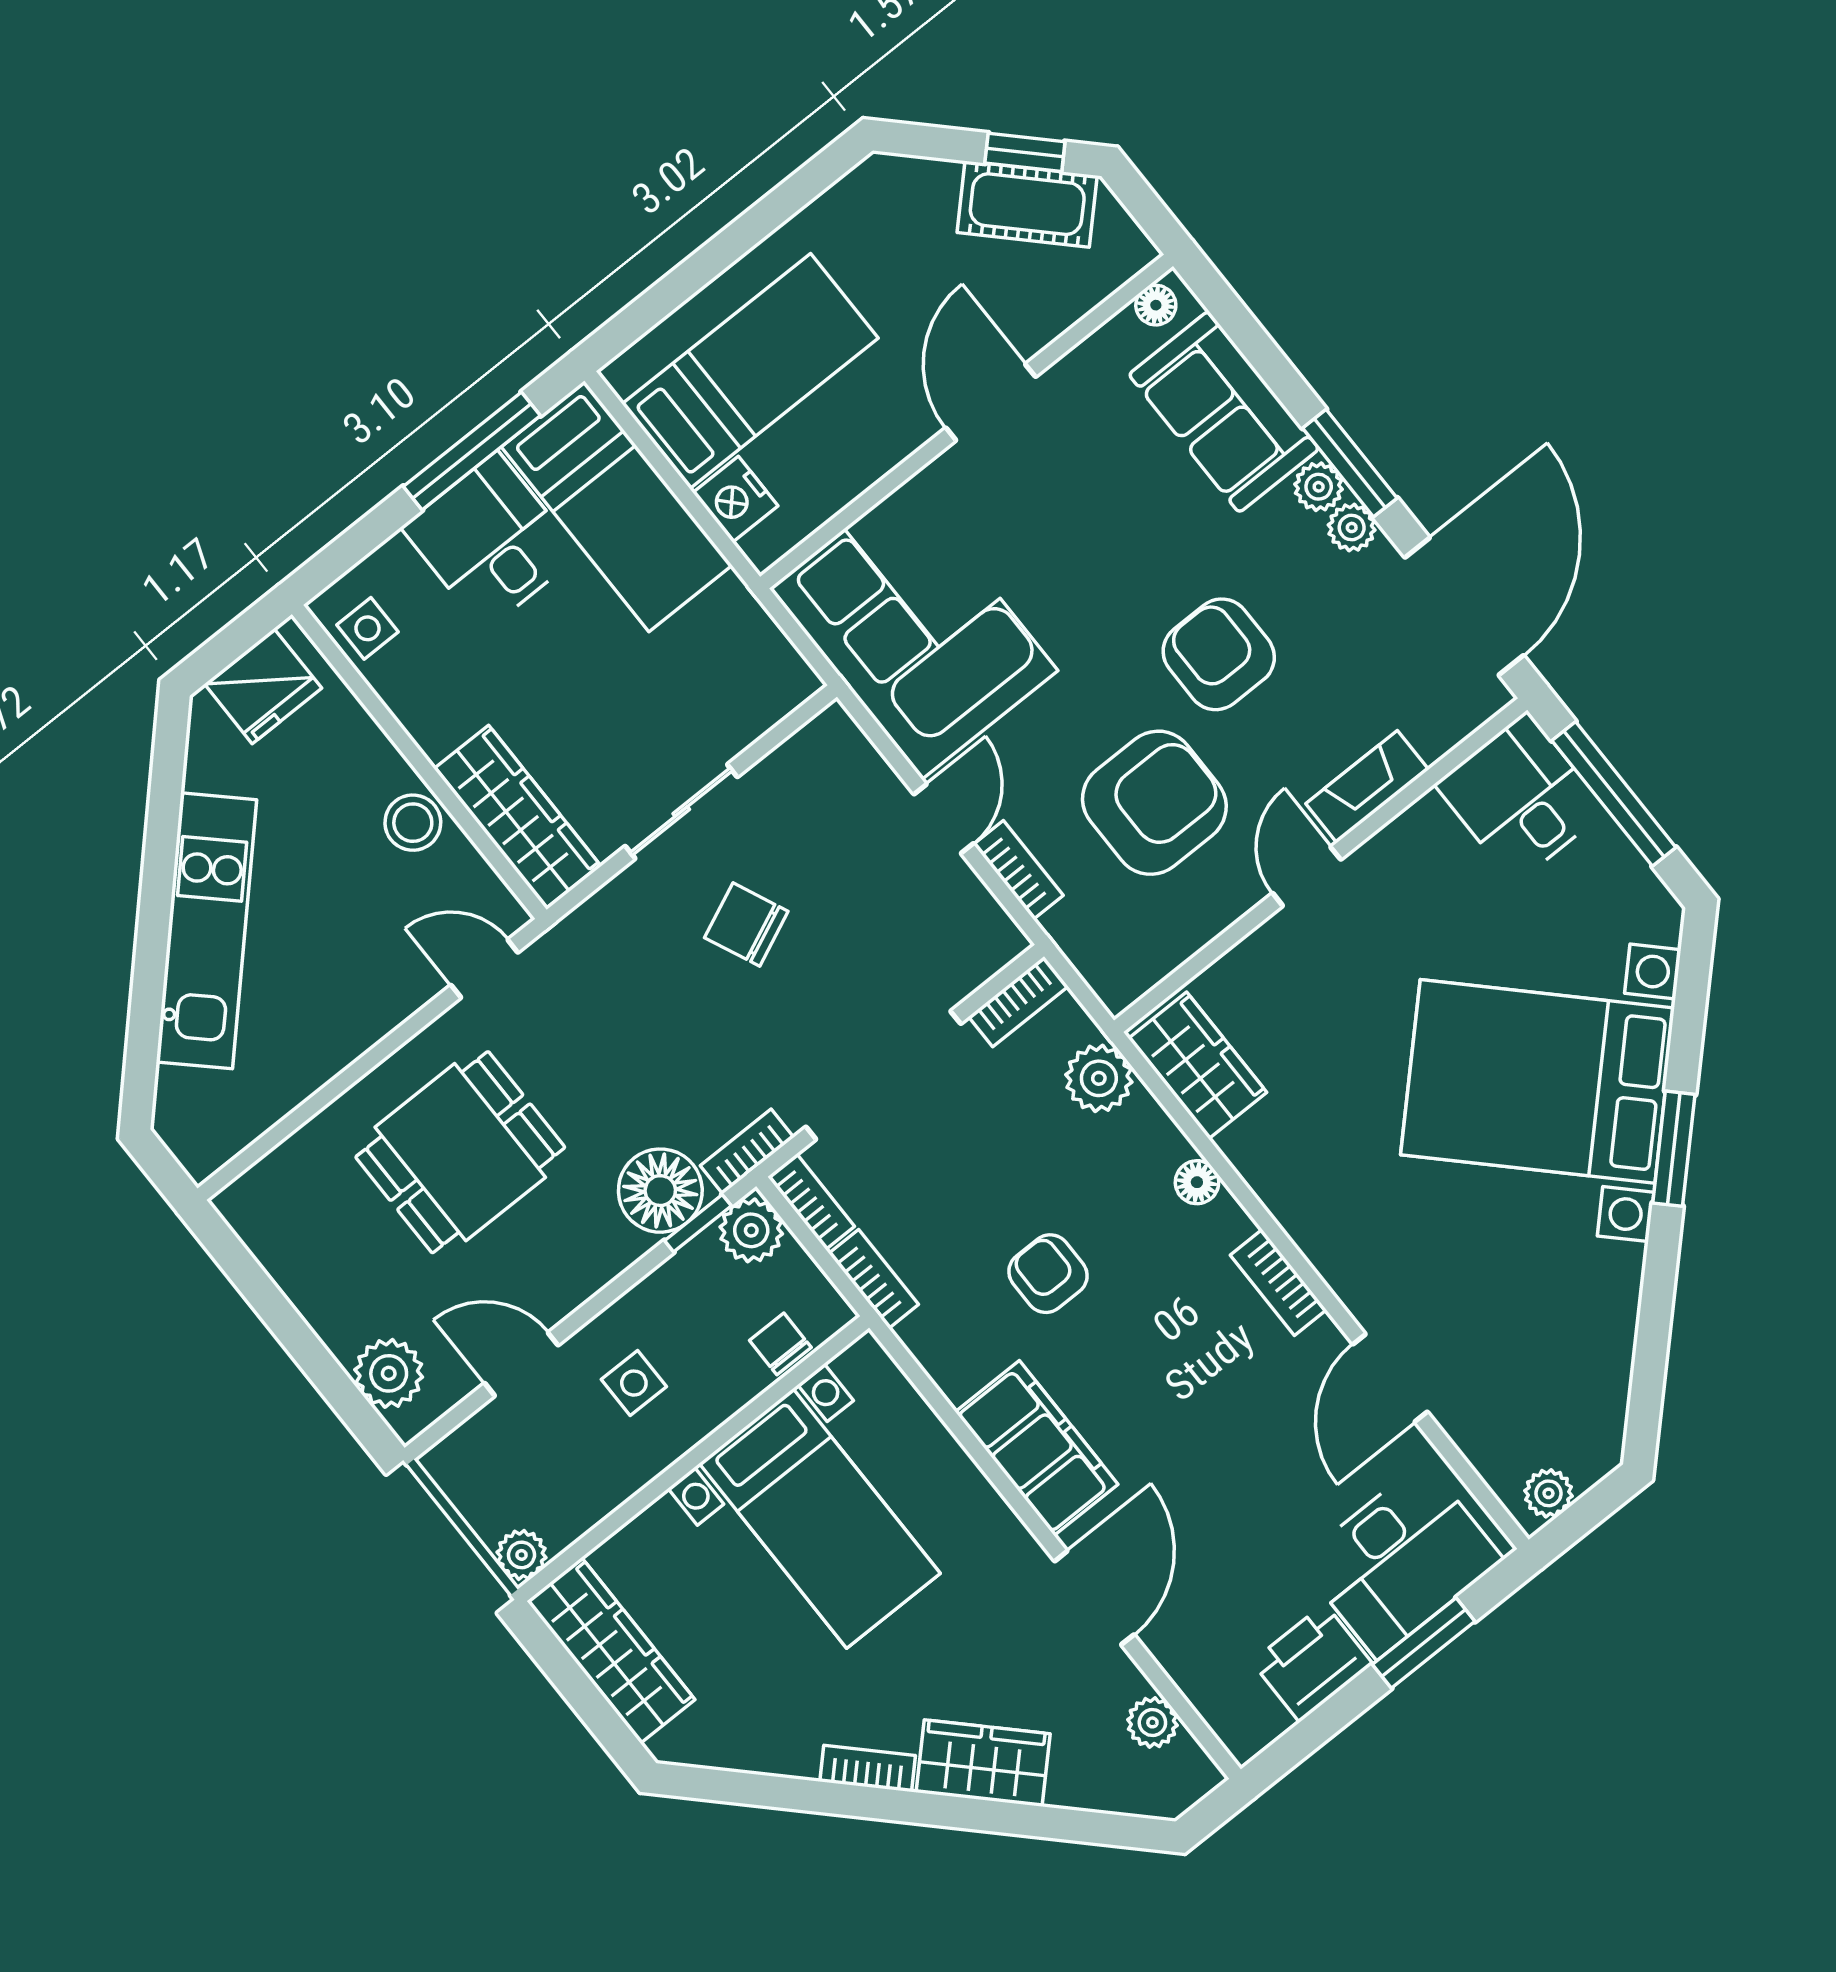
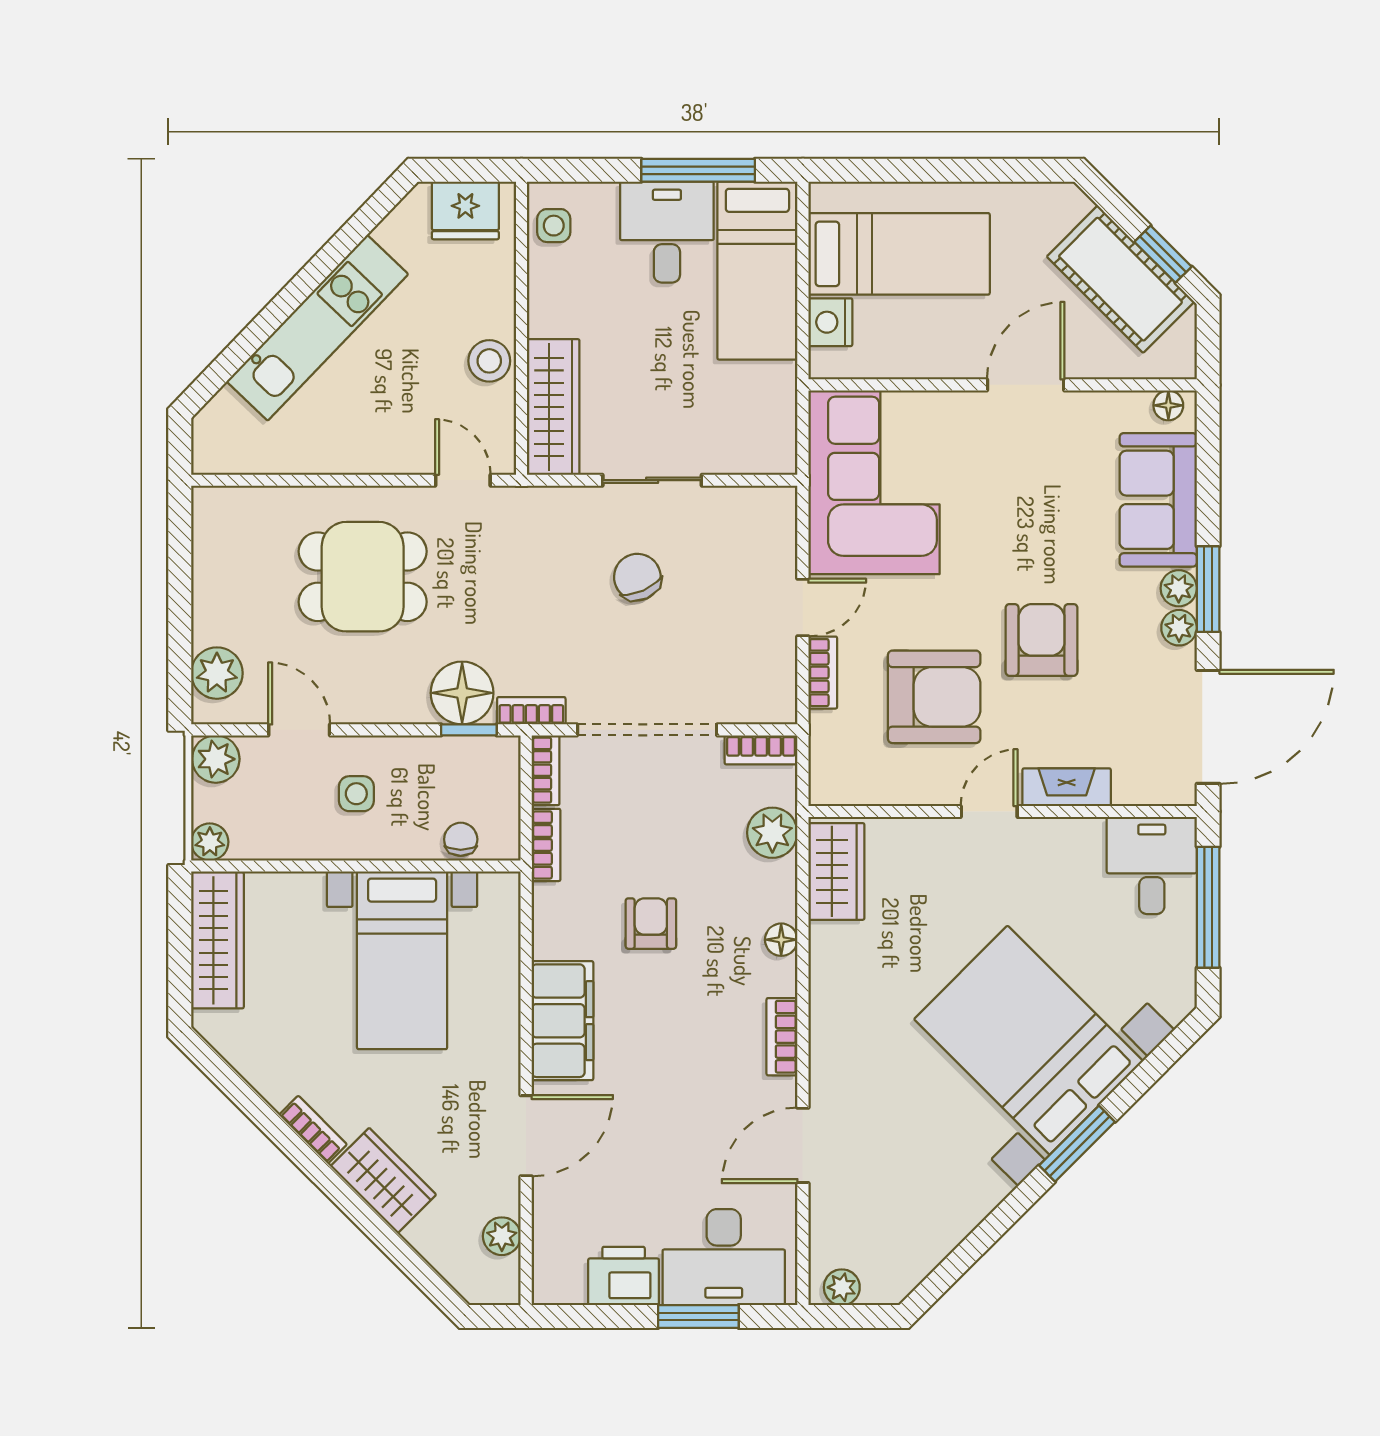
cot: (1027, 204) -> (1121, 279), width x1.37, depth x1.34
plant: (751, 1230) -> (216, 759), moved

